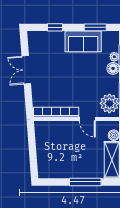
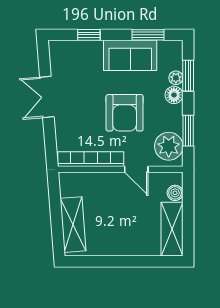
armchair: (79, 81) -> (125, 113), added
shelving: (44, 157) -> (73, 225), added
window: (85, 182) -> (133, 261), removed

